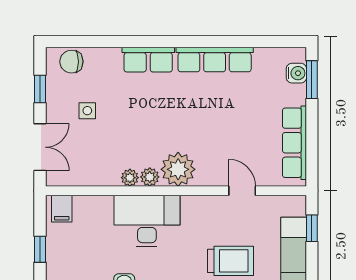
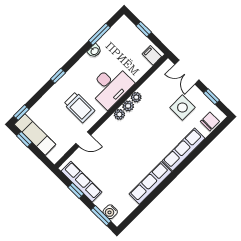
row of seats: (148, 60) -> (184, 149), width x1.48
side table: (87, 111) -> (182, 107), width x1.87, depth x1.87
window: (312, 139) -> (76, 191), added
plant: (178, 169) -> (119, 114), width x0.53, depth x0.53
window: (312, 228) -> (24, 139), moved
trolley: (231, 261) -> (79, 107), moved, turned -90

